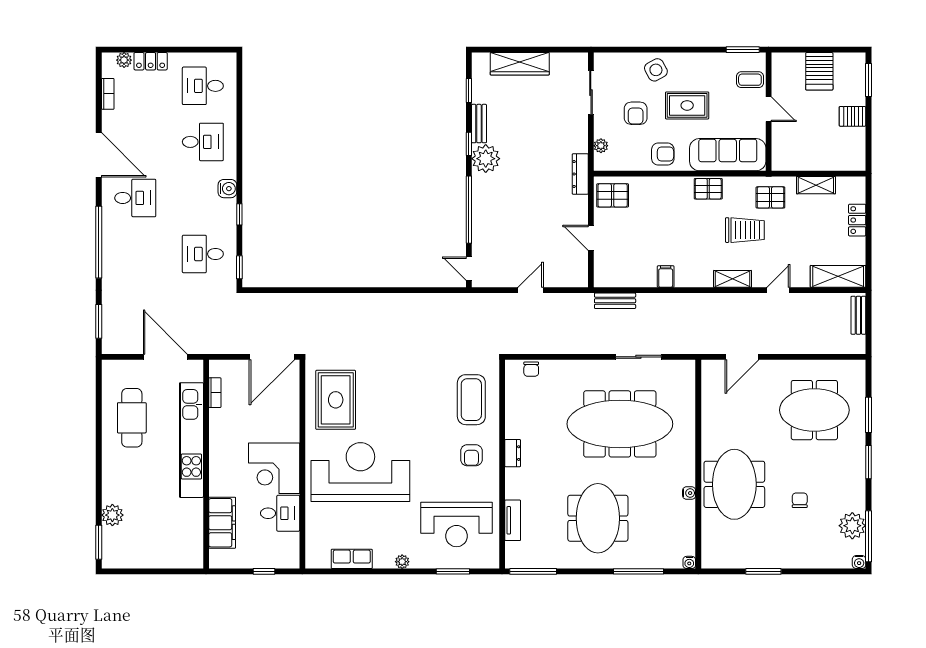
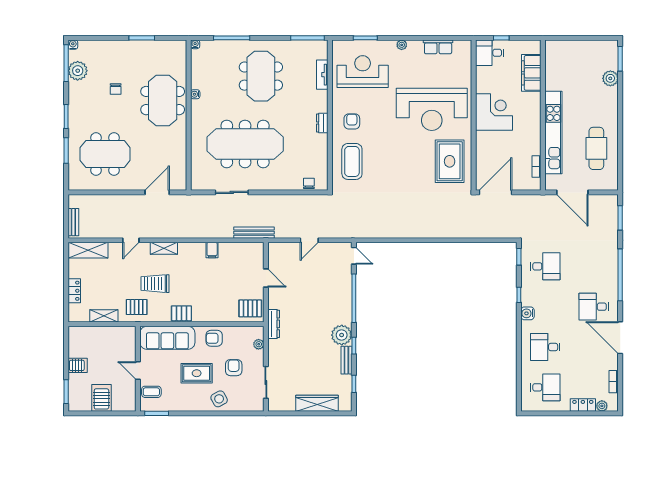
bench: (615, 301) -> (254, 233), width x1.36
desk: (280, 513) -> (490, 53), moved

